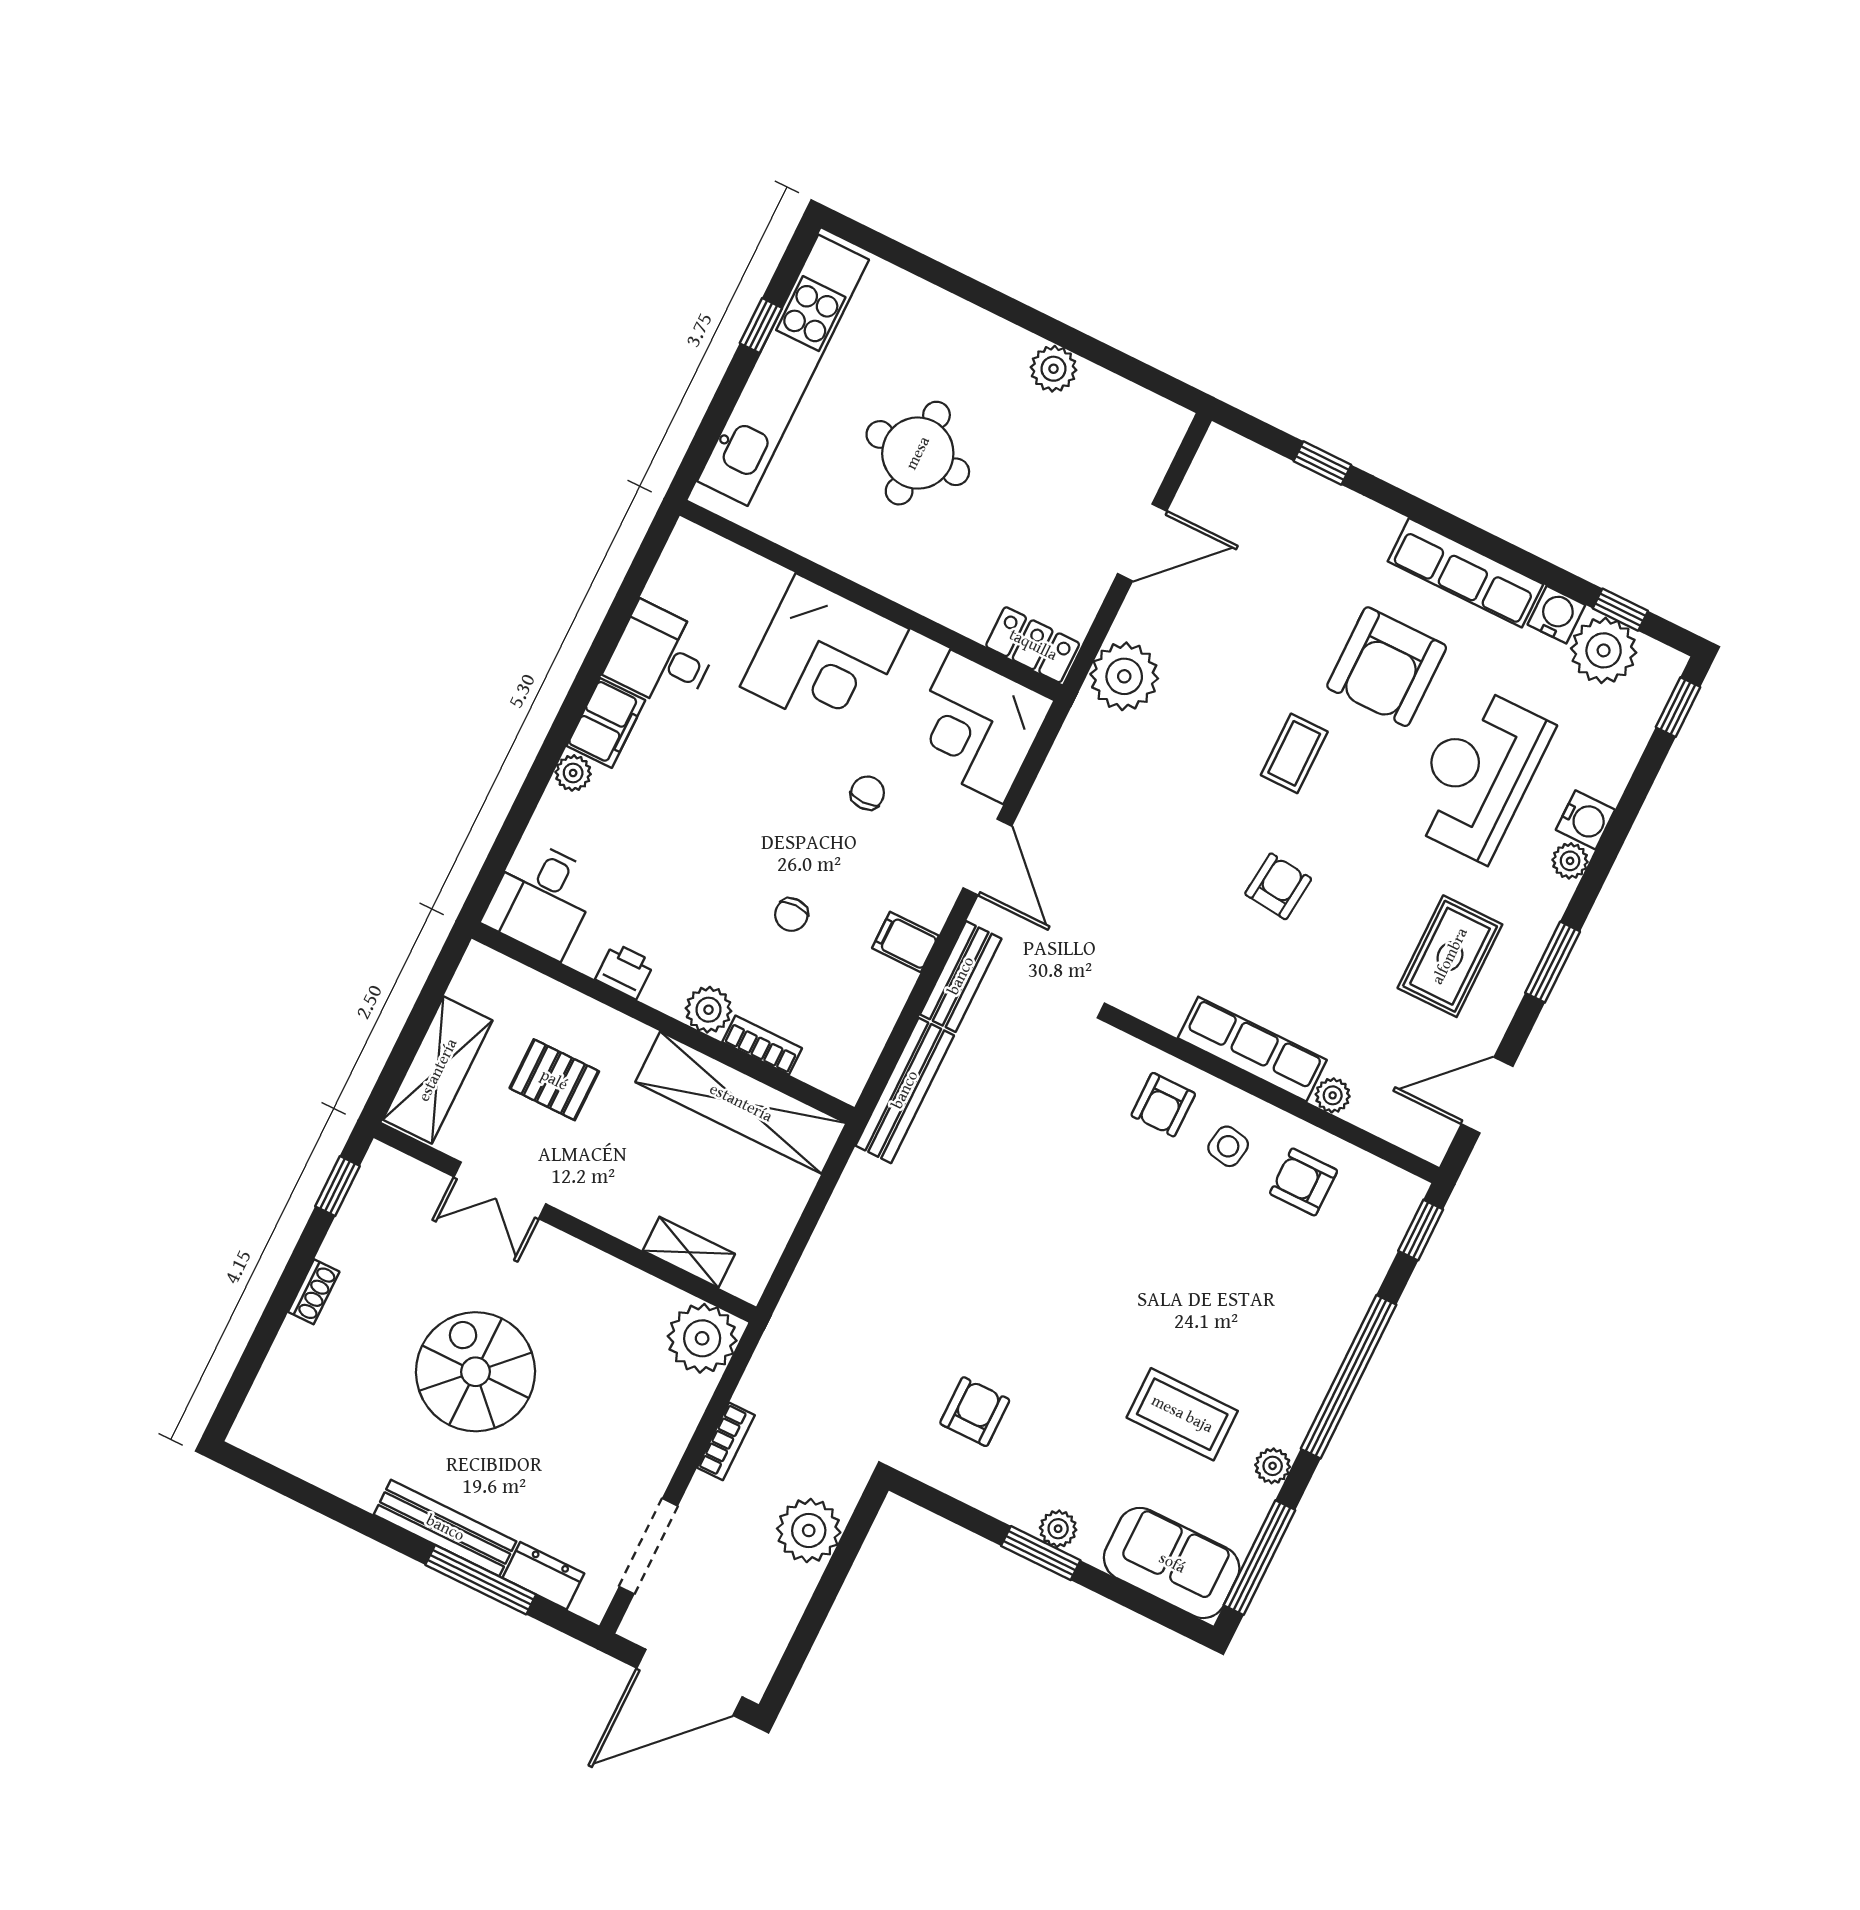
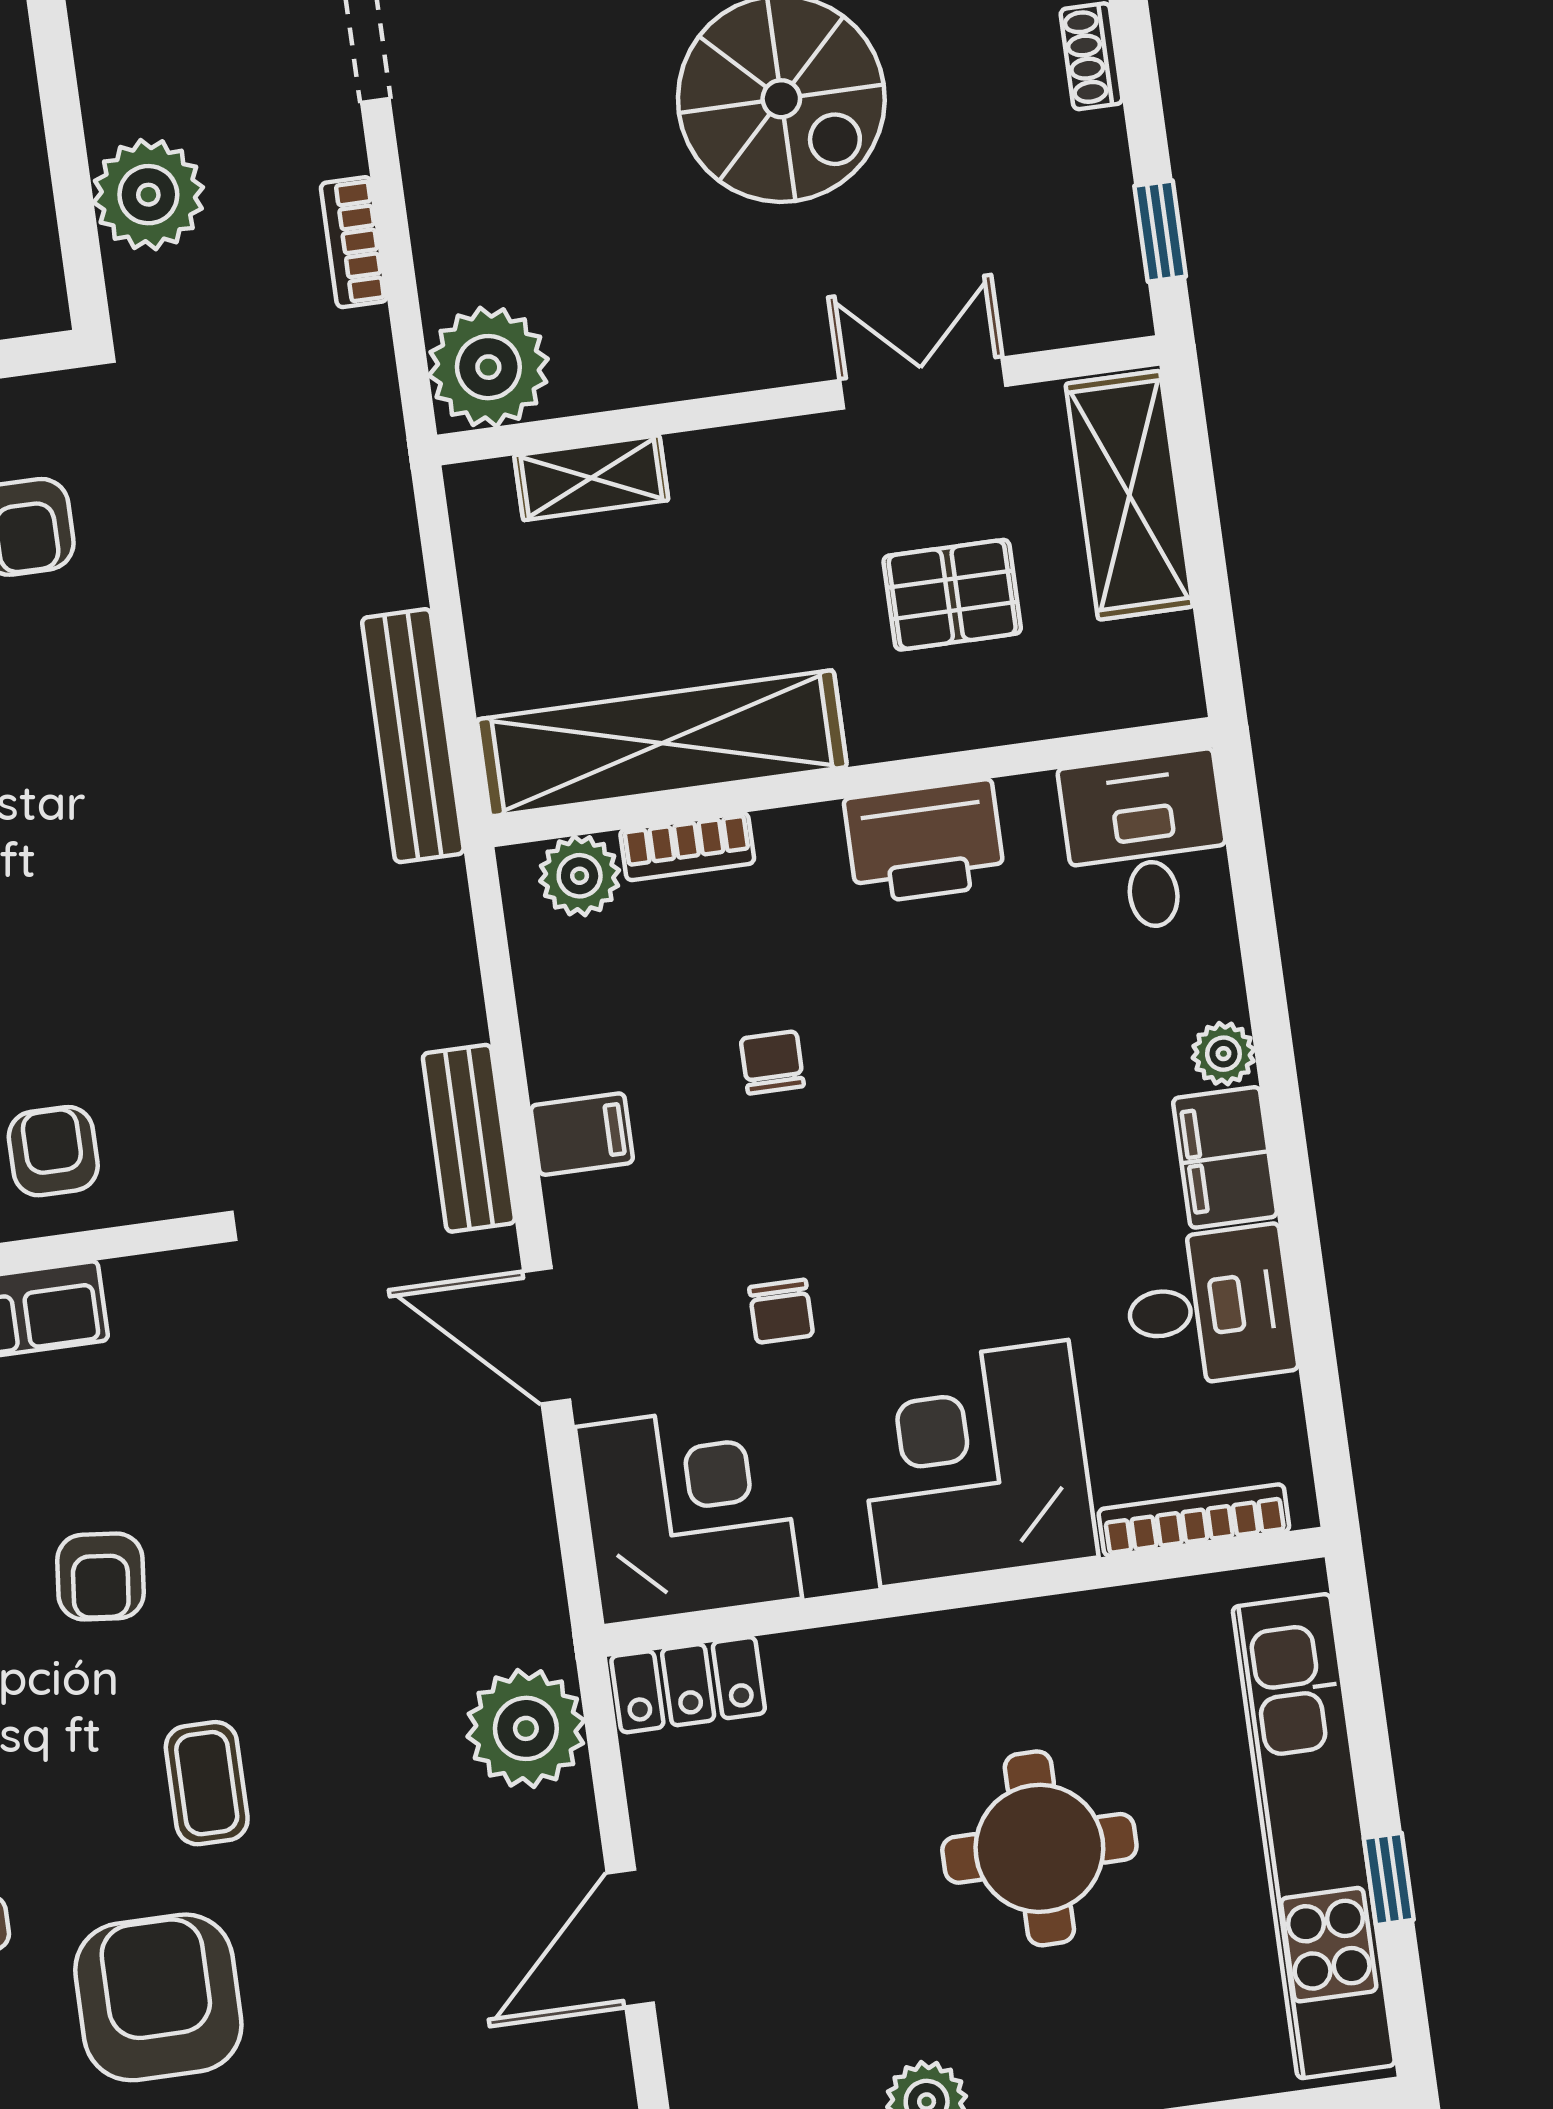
bookcase: (738, 560) -> (1194, 1520), added
printer: (625, 971) -> (925, 842), width x1.87, depth x1.48
plant: (708, 1010) -> (580, 876), moved
bench: (905, 1090) -> (413, 736), moved

